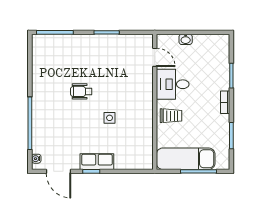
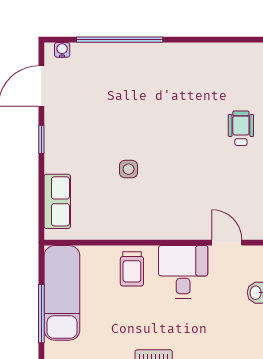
door: (155, 57) -> (227, 243), swing flipped
wheelchair: (81, 91) -> (241, 128), moved
row of seats: (97, 162) -> (57, 201), moved

